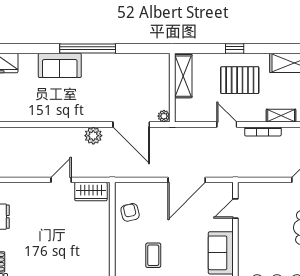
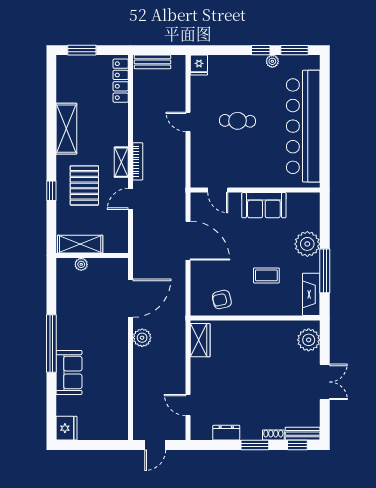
plant: (164, 116) -> (81, 264), moved
shelving: (281, 116) -> (121, 162), moved
door: (61, 180) -> (188, 405), moved

